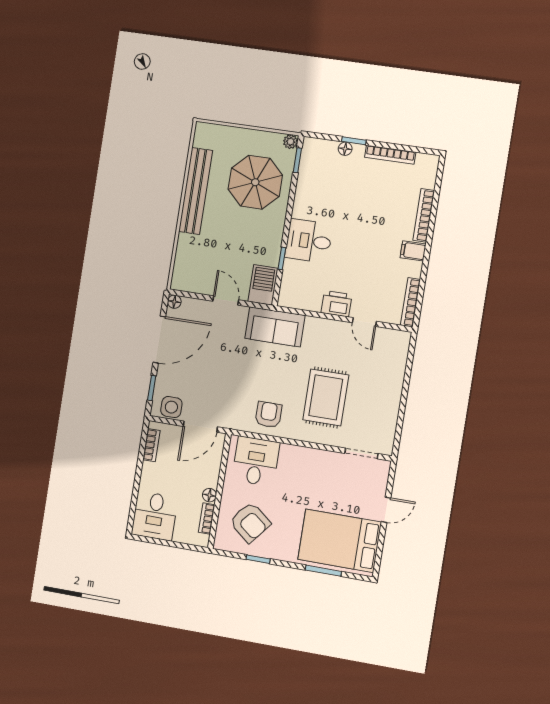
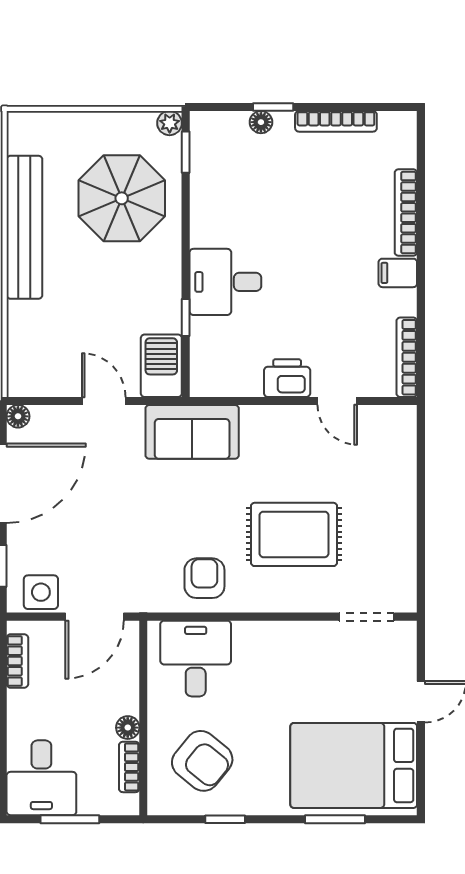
rug: (326, 397) -> (294, 534), turned 90
window: (167, 543) -> (70, 819), added

